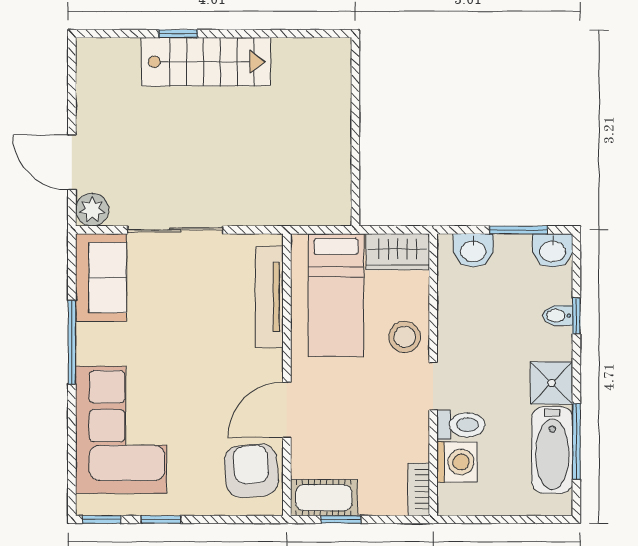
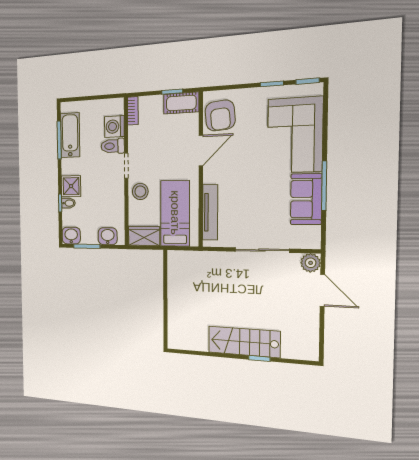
sofa: (101, 278) -> (306, 199), moved
shower: (552, 383) -> (71, 186), moved

